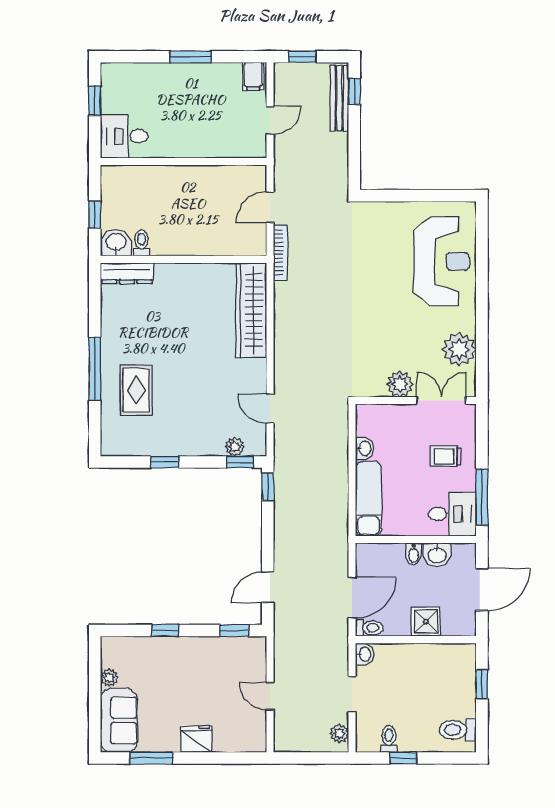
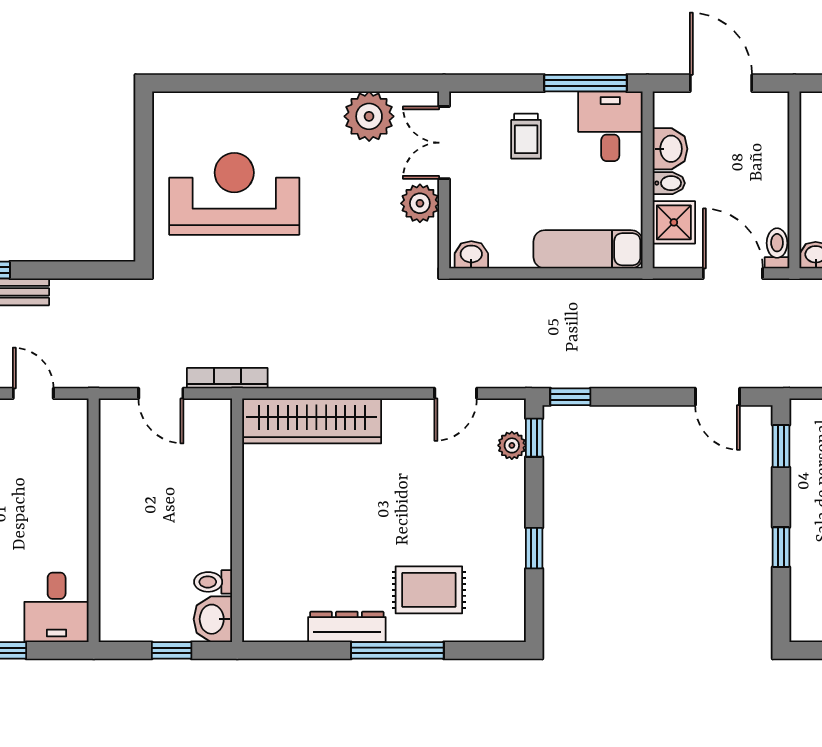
reception desk: (442, 261) -> (234, 194), moved
dresser: (127, 273) -> (347, 627), moved, turned -90
washbasin: (365, 448) -> (471, 255), moved
shower: (426, 622) -> (674, 222), moved

